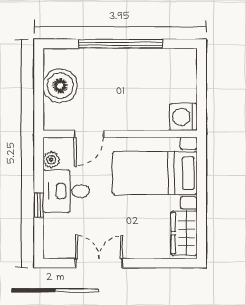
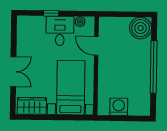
boiler: (60, 86) -> (141, 28), moved
washing machine: (184, 117) -> (119, 107), moved
double door: (99, 263) -> (13, 72), moved

